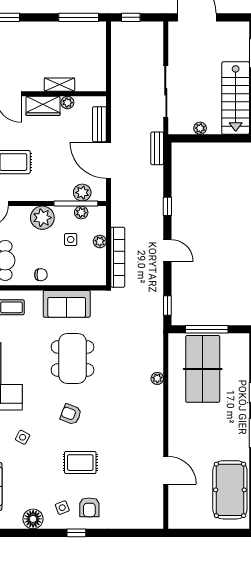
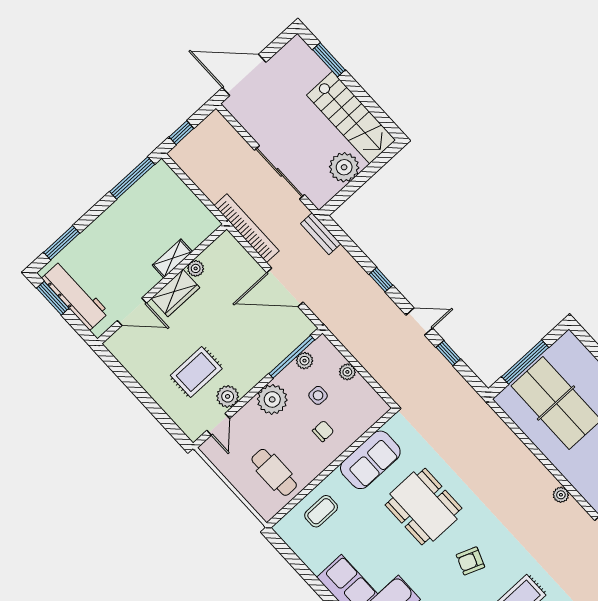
bench: (99, 124) -> (245, 261), removed
plant: (200, 128) -> (344, 167), width x1.87, depth x1.87
plant: (82, 193) -> (228, 396), moved
bookcase: (118, 257) -> (247, 228), moved
chair: (41, 275) -> (323, 431), moved
window: (167, 305) -> (448, 353), moved
plant: (157, 378) -> (561, 495), moved

